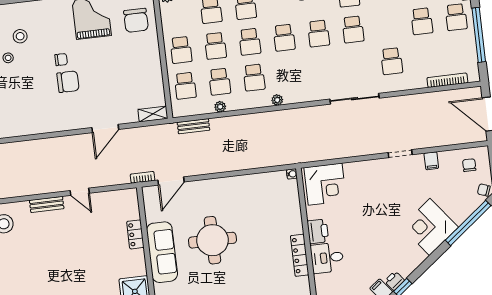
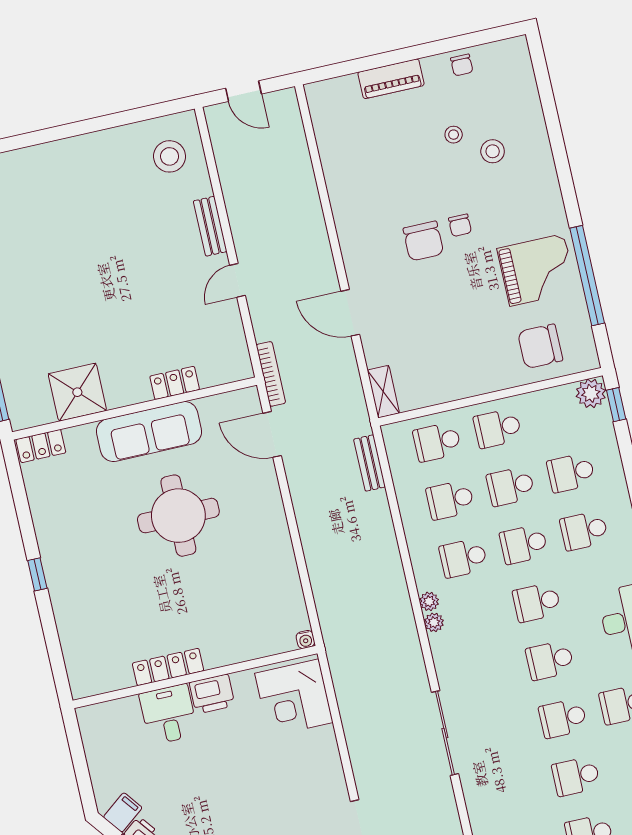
school desk: (392, 61) -> (576, 776), moved
plant: (220, 107) -> (434, 622), moved
bookcase: (143, 177) -> (271, 374), width x1.56

